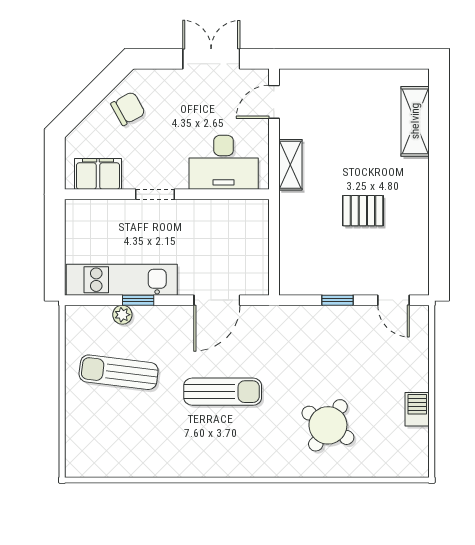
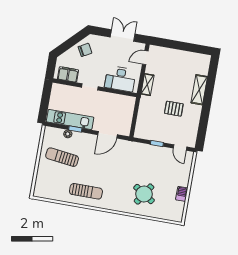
shelving: (415, 121) -> (199, 90), moved
sun lounger: (223, 392) -> (86, 191), moved

